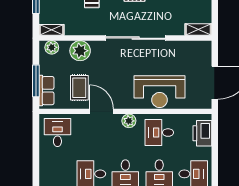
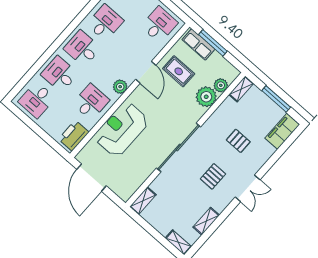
plant: (52, 47) -> (221, 85), moved
door: (101, 111) -> (146, 72), hinge flipped
desk: (57, 133) -> (159, 25), turned -90
printer: (202, 133) -> (74, 136), moved, turned -90

